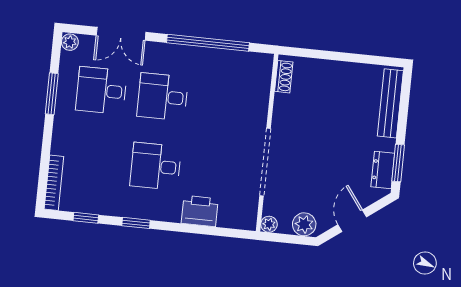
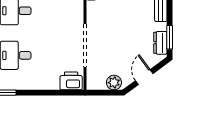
printer: (200, 211) -> (71, 81), moved
plant: (269, 224) -> (92, 85), removed

